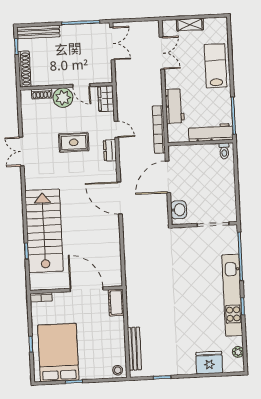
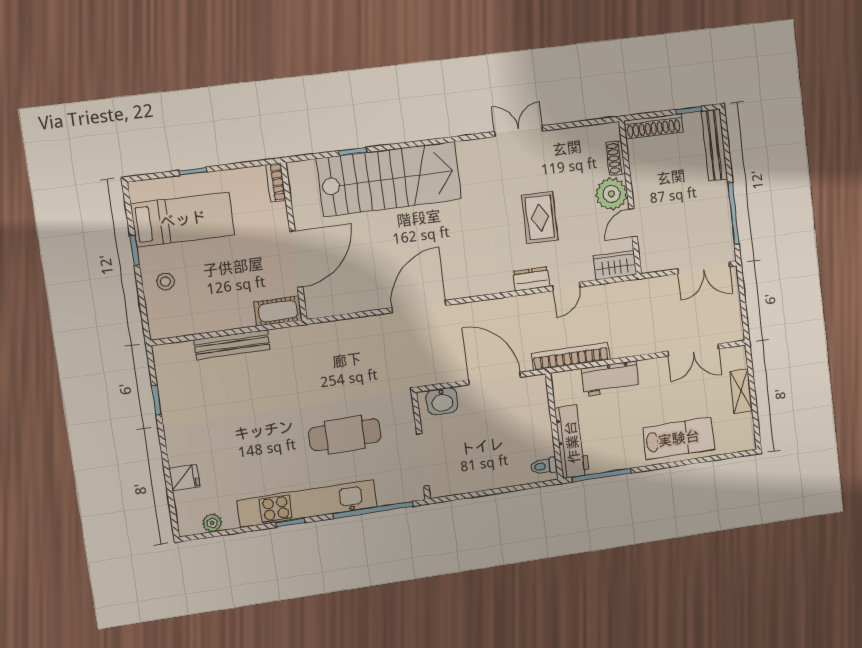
door: (120, 198) -> (419, 307), moved
cafe table: (193, 270) -> (345, 435), added
bench: (134, 349) -> (232, 345), moved
bed: (58, 353) -> (183, 219), width x0.67
fridge: (209, 363) -> (184, 478), width x0.53, depth x0.75
stool: (118, 370) -> (165, 281), moved

